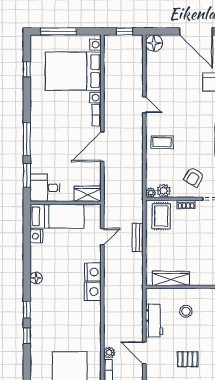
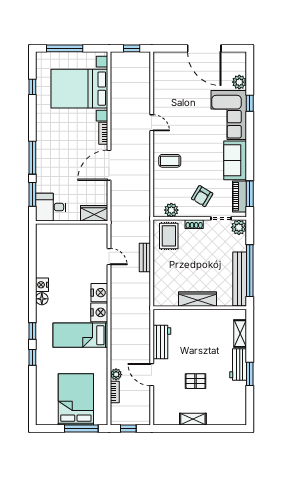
floor lamp: (154, 43) -> (161, 60), removed
plant: (151, 193) -> (158, 212), removed
bed: (57, 216) -> (80, 335), moved, turned 180
nightstand: (36, 236) -> (42, 285), moved
door: (102, 237) -> (109, 257), hinge flipped
wardrobe: (171, 278) -> (197, 299), moved
stool: (186, 311) -> (194, 333), removed

